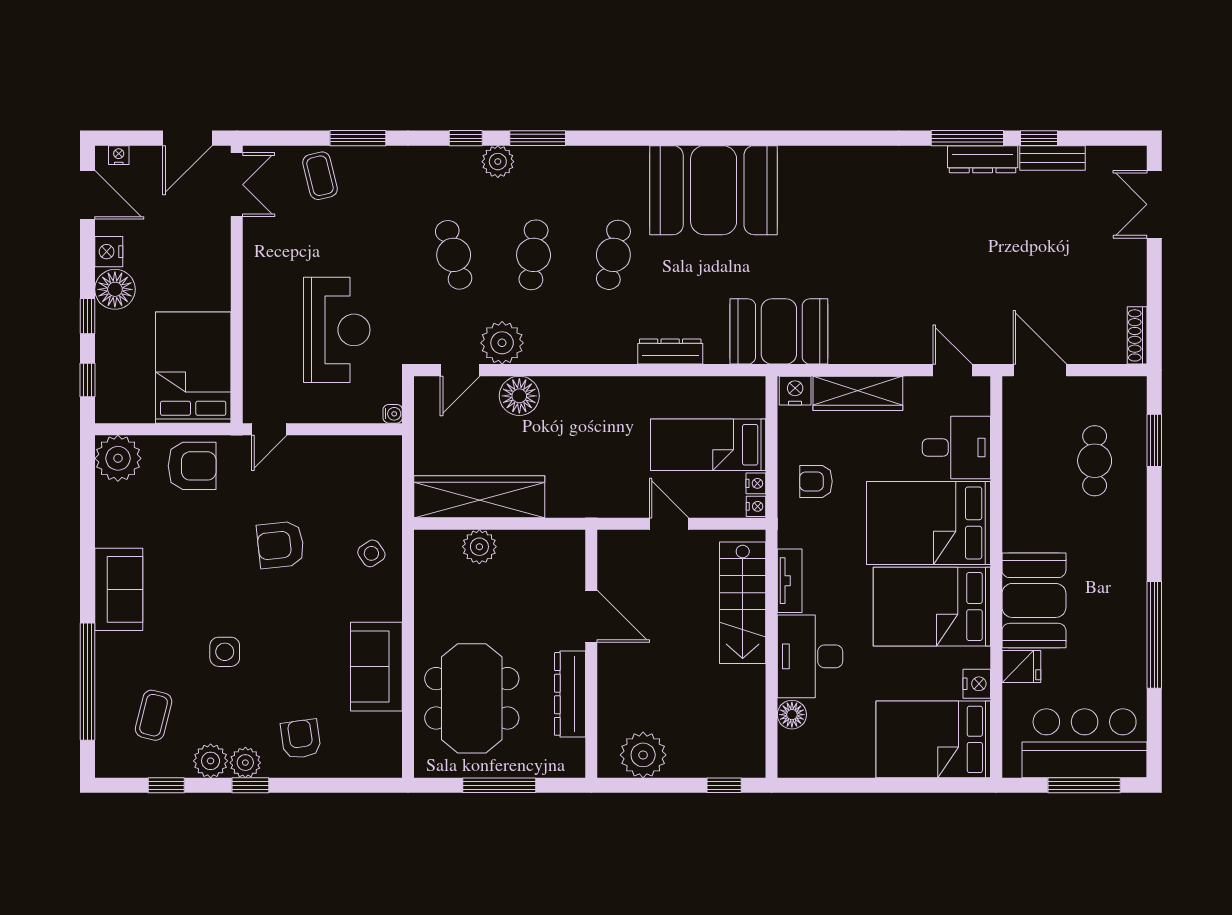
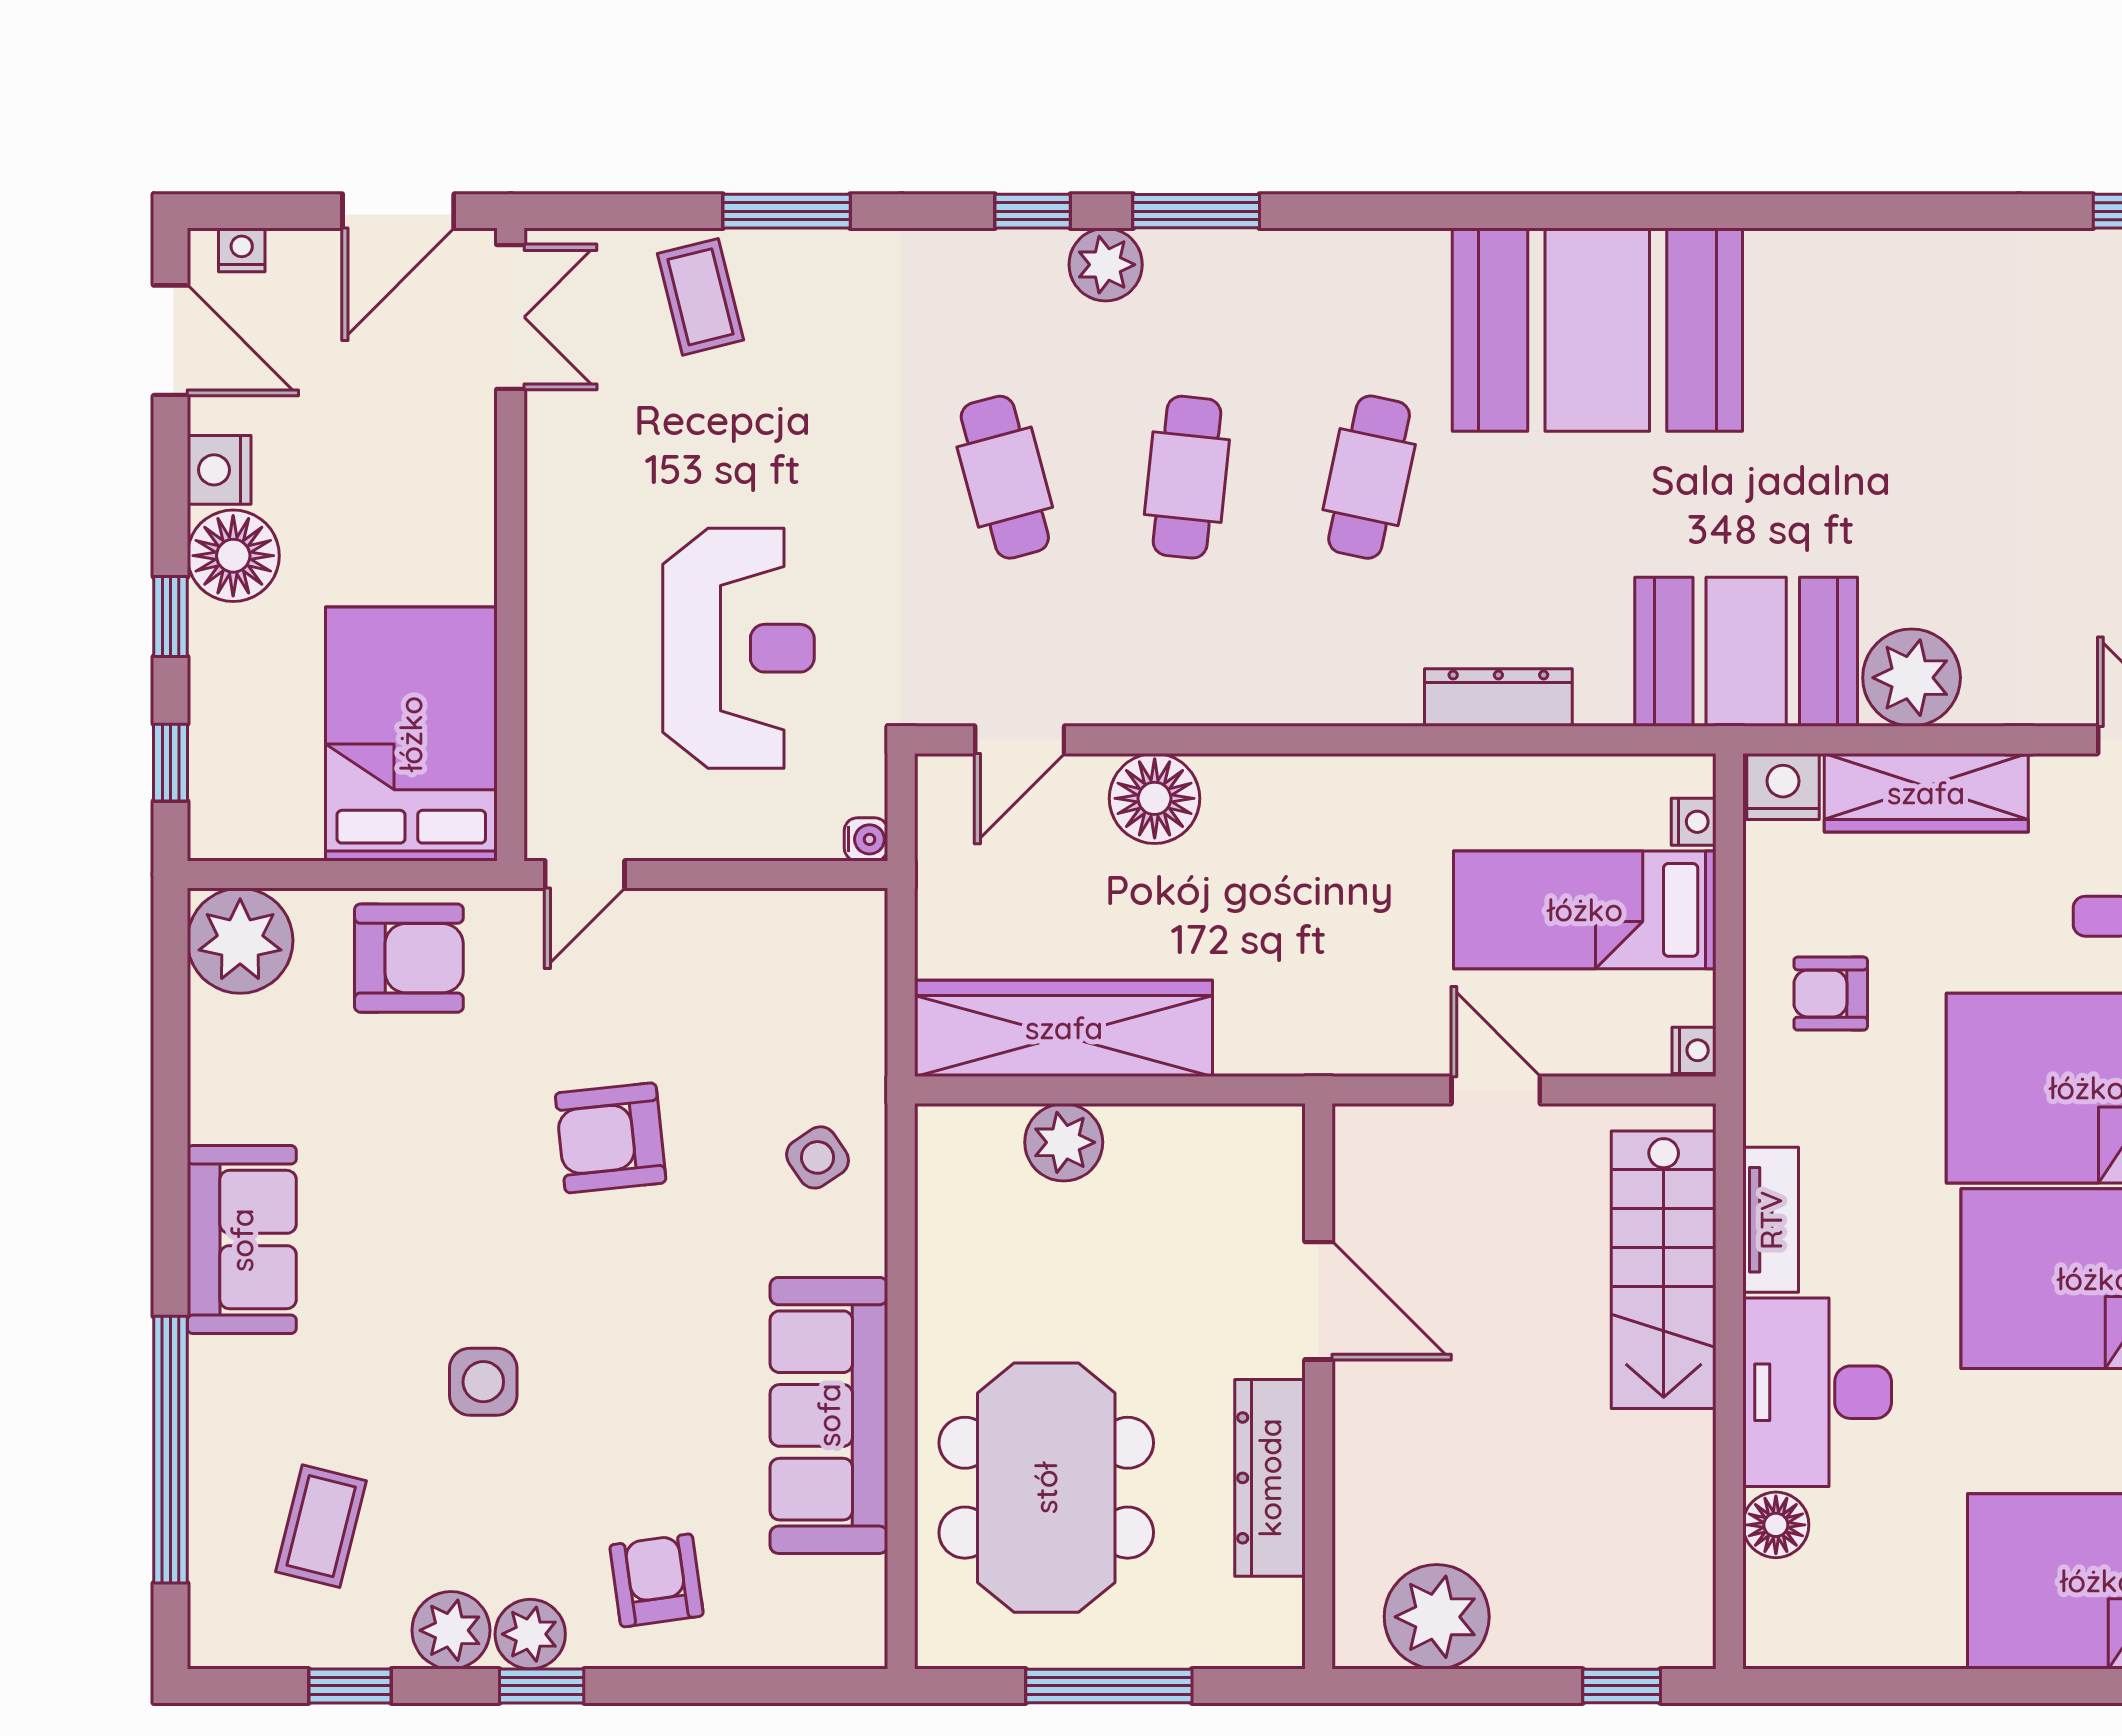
plant: (502, 343) -> (1912, 678), moved
nightstand: (756, 483) -> (1694, 822), moved
sofa: (376, 667) -> (829, 1415), width x1.36

